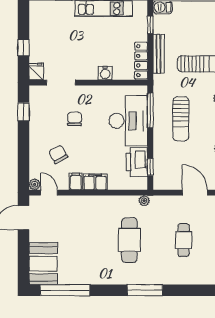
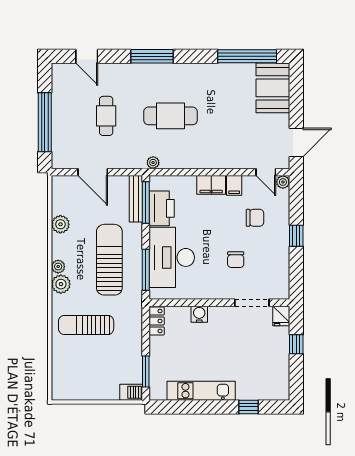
window: (150, 25) -> (146, 371), width x1.50
bench: (159, 54) -> (136, 199), moved
locker: (141, 61) -> (157, 321), width x0.66
window: (23, 112) -> (296, 236), moved
sun lounger: (181, 119) -> (109, 260), width x1.36, depth x1.34
chair: (58, 154) -> (255, 218), turned -61
window: (150, 167) -> (146, 203), width x2.17
cafe table: (129, 240) -> (170, 116), turned 90
door: (200, 290) -> (87, 56), added

